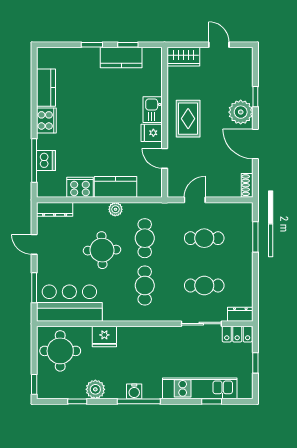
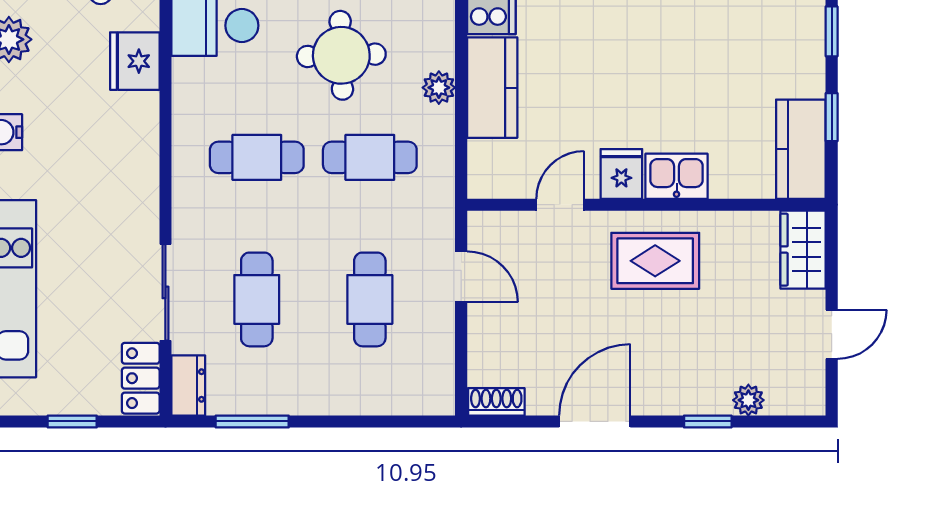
kitchen counter: (121, 58) -> (801, 149), moved
plant: (241, 112) -> (748, 400), moved, width x0.53, depth x0.53
window: (255, 237) -> (252, 421), moved

